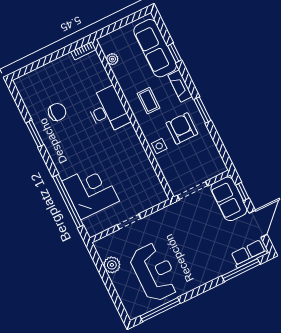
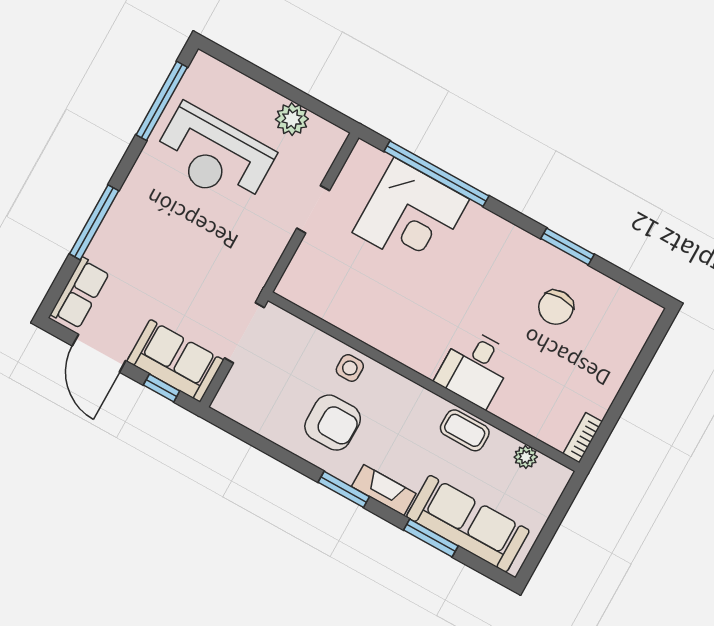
window: (174, 53) -> (431, 538), width x1.50
coffee table: (148, 101) -> (465, 430), moved
desk: (108, 110) -> (475, 368), width x0.73
window: (202, 110) -> (344, 489), moved
window: (241, 270) -> (94, 222), moved

